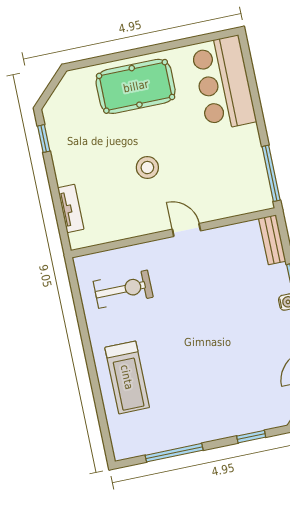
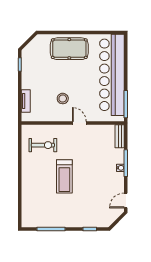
bar counter: (224, 83) -> (112, 75), width x1.86
stool: (147, 168) -> (63, 99), moved
treadmill: (127, 377) -> (64, 176), moved

